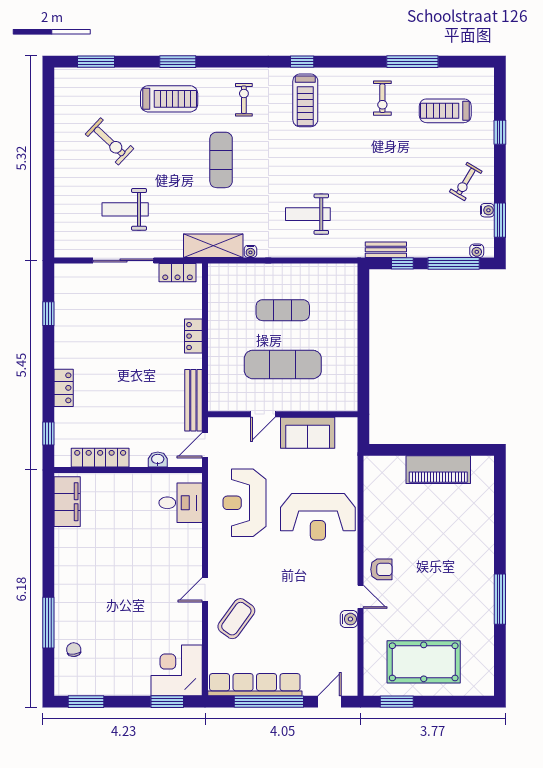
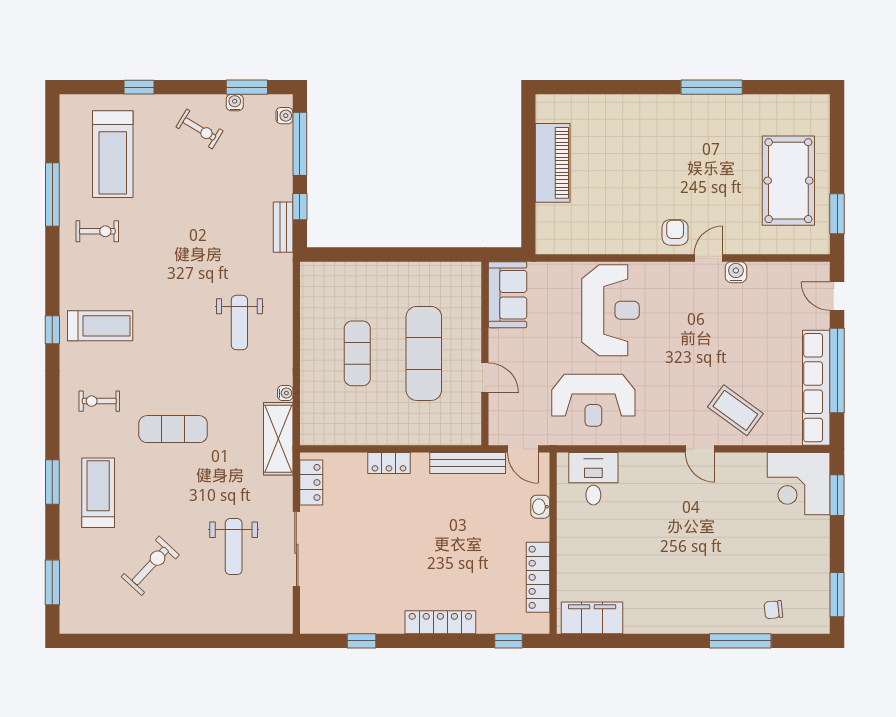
treadmill: (445, 111) -> (113, 154), width x1.37, depth x1.38
locker: (64, 388) -> (440, 622), width x1.53
sofa: (308, 433) -> (508, 295), moved

